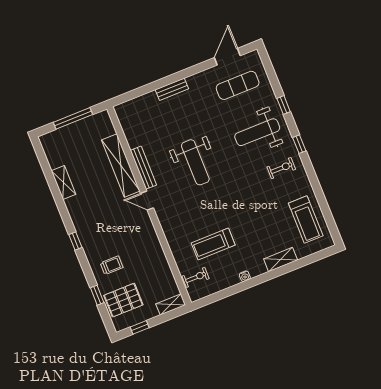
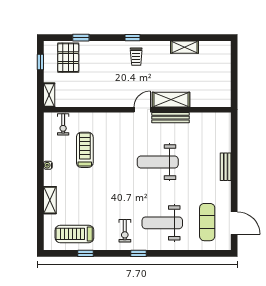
window: (284, 105) -> (86, 253), moved
window: (73, 118) -> (234, 76), removed
weight bench: (257, 132) -> (162, 223), turned -90
shelving: (121, 166) -> (171, 100), width x0.68
trolley: (112, 265) -> (136, 57), moved

